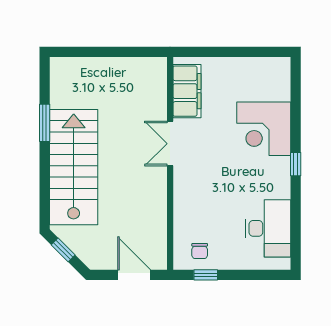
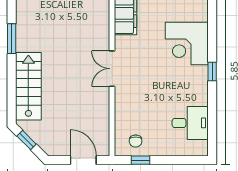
double door: (170, 144) -> (112, 69), moved
stairs: (74, 167) -> (28, 86), width x0.73, depth x0.66
desk: (268, 228) -> (190, 123), width x0.73

